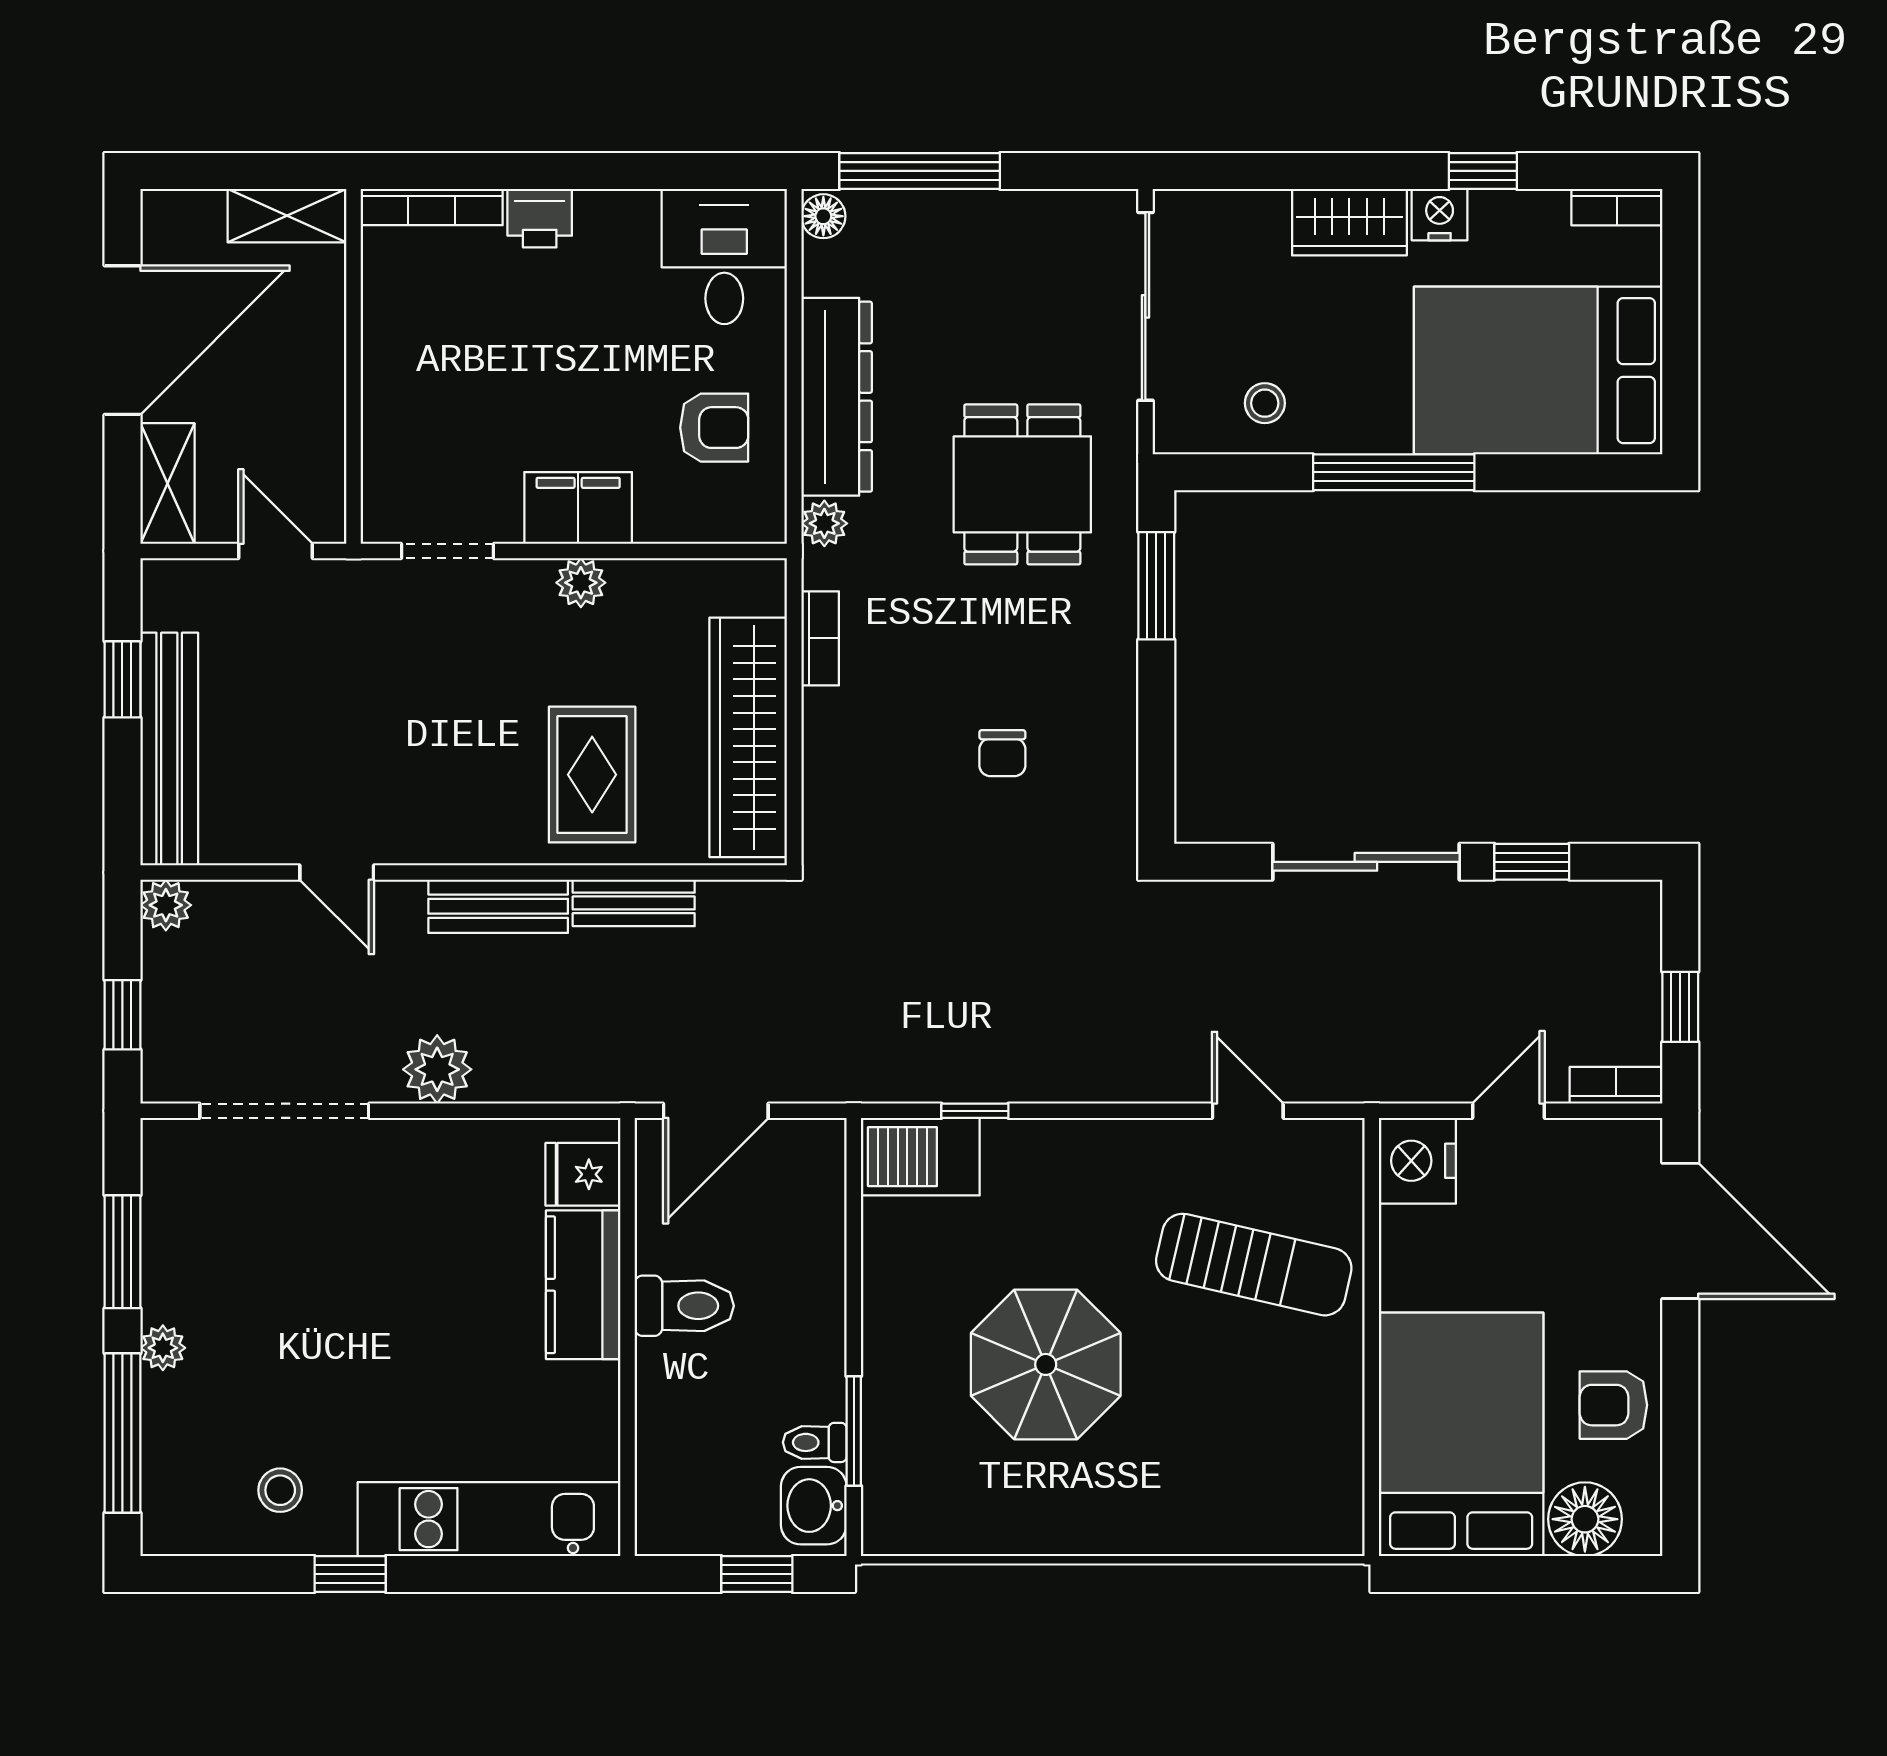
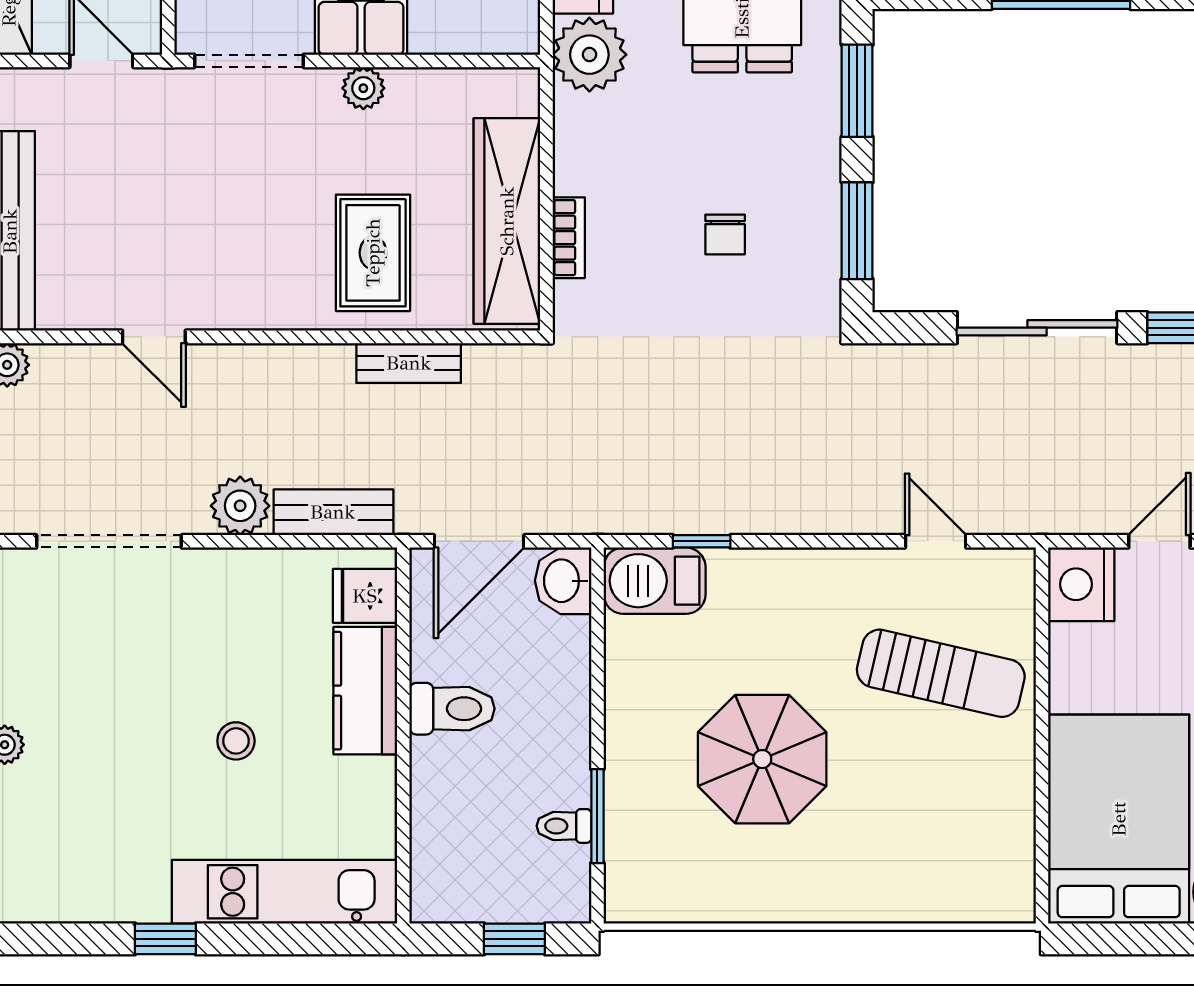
plant: (824, 523) -> (589, 55), width x1.88, depth x1.88
doorway: (448, 551) -> (249, 61), width x1.38
bookcase: (820, 638) -> (569, 238), moved
window: (1156, 749) -> (857, 231), added
bench: (498, 906) -> (333, 512), moved
stool: (280, 1490) -> (236, 741), moved
washbasin: (814, 1506) -> (563, 581), moved

